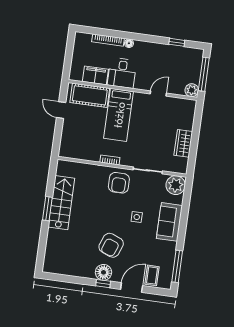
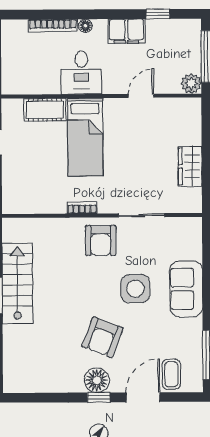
filing cabinet: (95, 75) -> (126, 31), moved, turned 180
cot: (90, 95) -> (45, 110), width x0.73, depth x0.75
plant: (176, 185) -> (188, 232), removed
side table: (137, 217) -> (135, 289), width x1.87, depth x1.87

